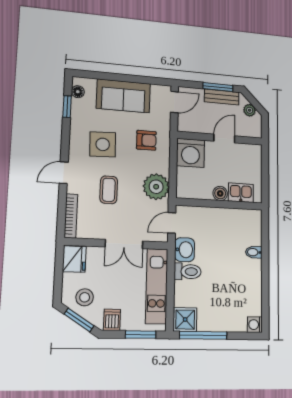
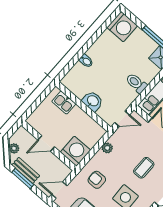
plant: (156, 187) -> (107, 148), width x0.53, depth x0.53
boiler: (220, 193) -> (77, 112), removed
washbasin: (184, 250) -> (93, 101), moved, turned 90
washing machine: (255, 325) -> (122, 27), width x1.89, depth x1.89

